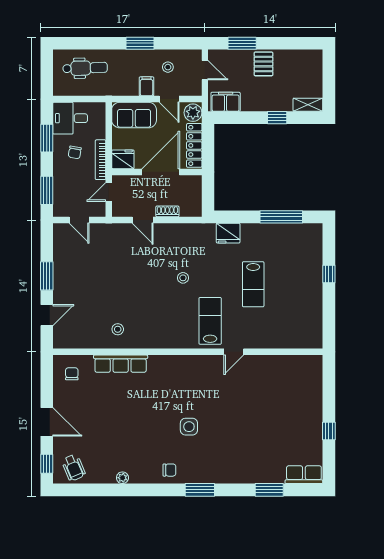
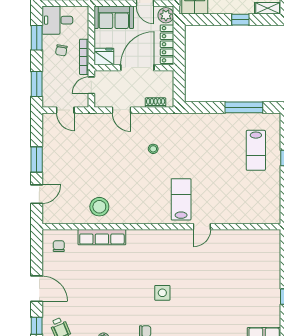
shoe rack: (167, 211) -> (156, 103), moved
fridge: (228, 233) -> (197, 122), removed
stool: (183, 278) -> (153, 149), moved
lab bench: (253, 284) -> (256, 150), moved
stool: (118, 329) -> (99, 207), width x1.89, depth x1.89

